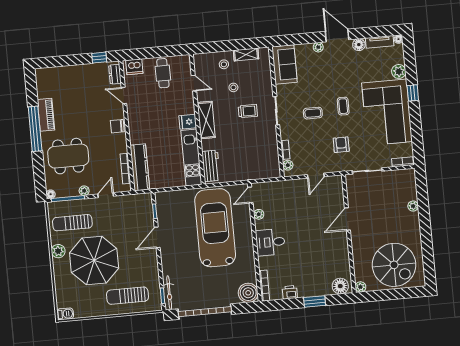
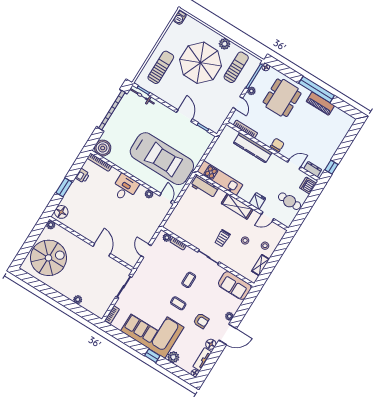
fridge: (188, 122) -> (258, 201), moved
armchair: (341, 145) -> (201, 321), moved
kitchen counter: (140, 167) -> (253, 148), moved
spiral stairs: (394, 265) -> (48, 258), turned 180

